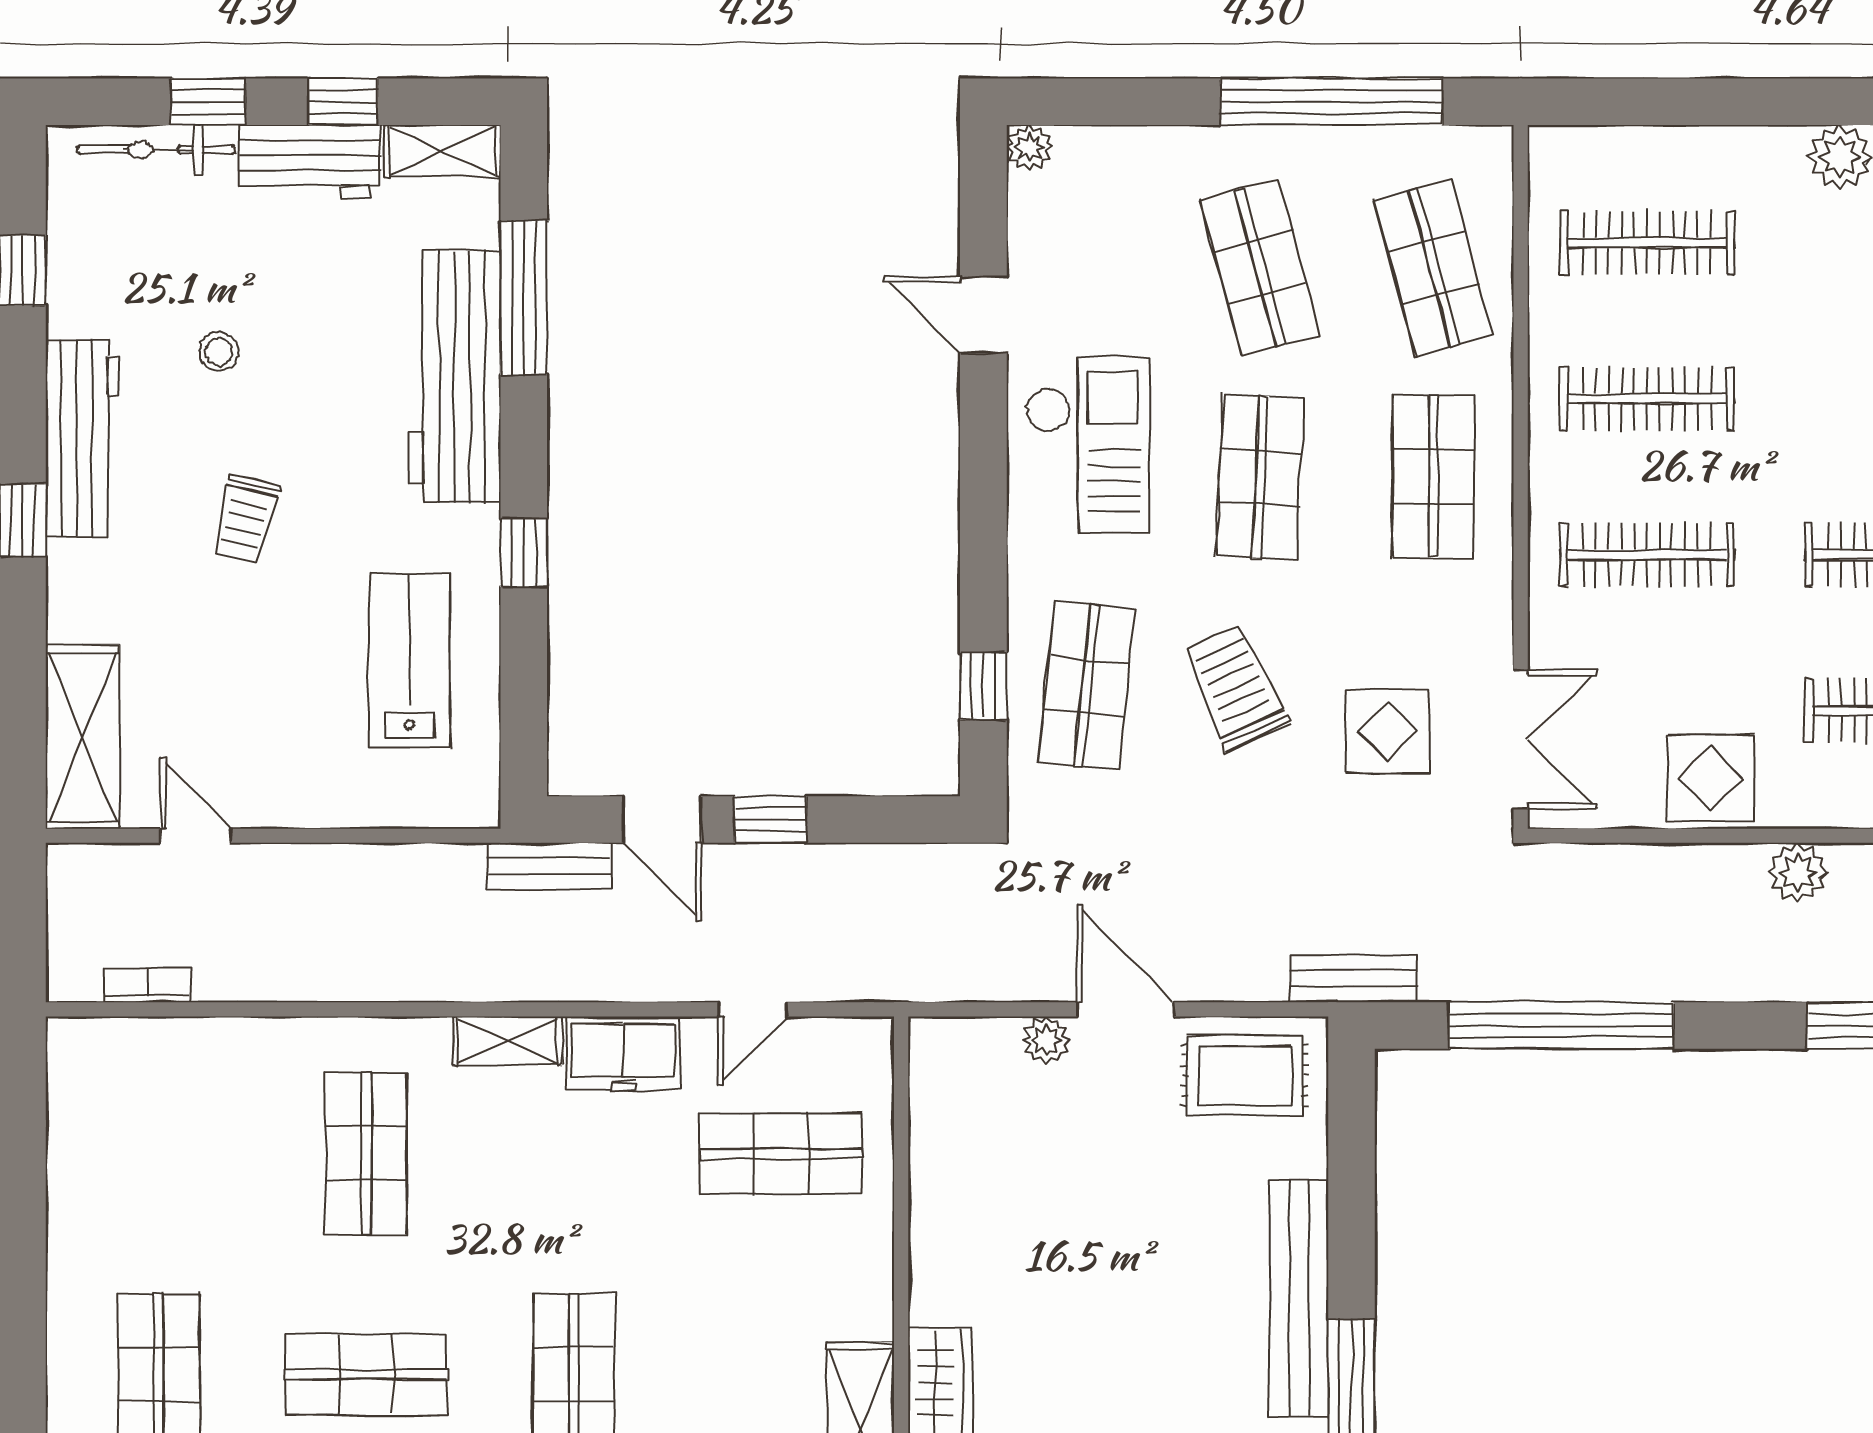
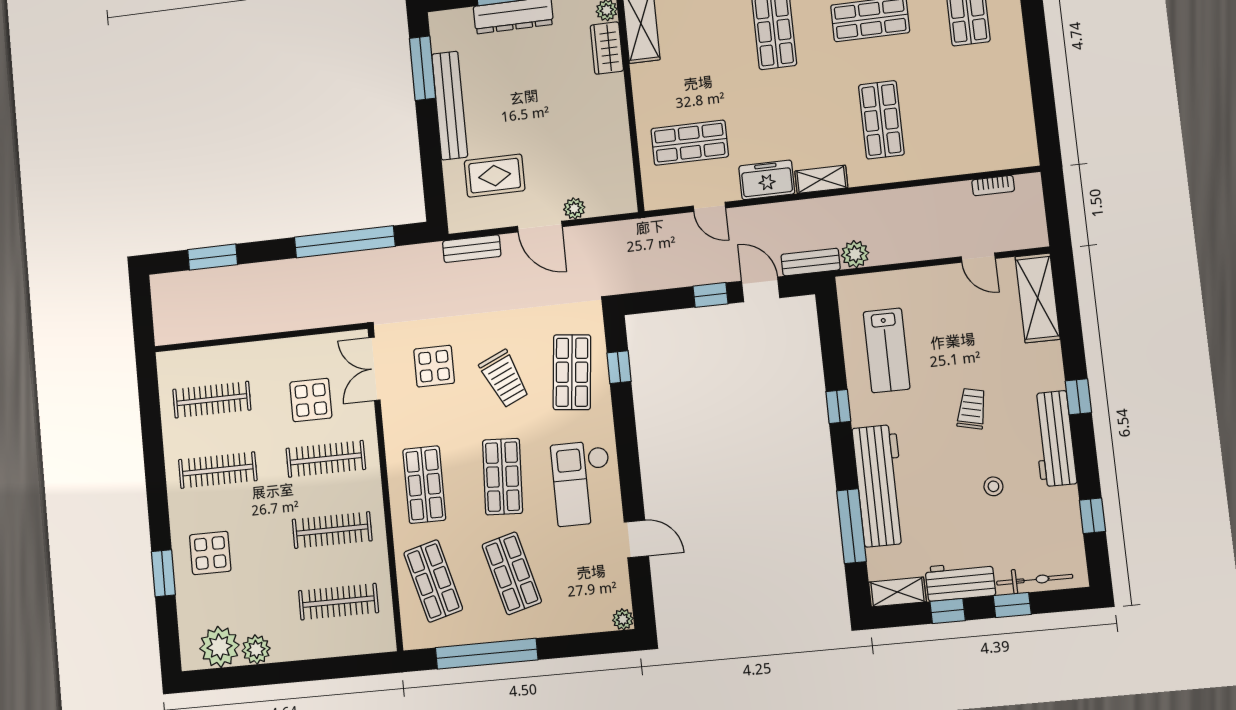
display table: (1711, 778) -> (311, 400), moved
plant: (1798, 872) -> (855, 254), moved
bench: (1353, 978) -> (472, 249), moved
door: (753, 1009) -> (709, 207), swing flipped
rug: (1245, 1075) -> (495, 176), moved

